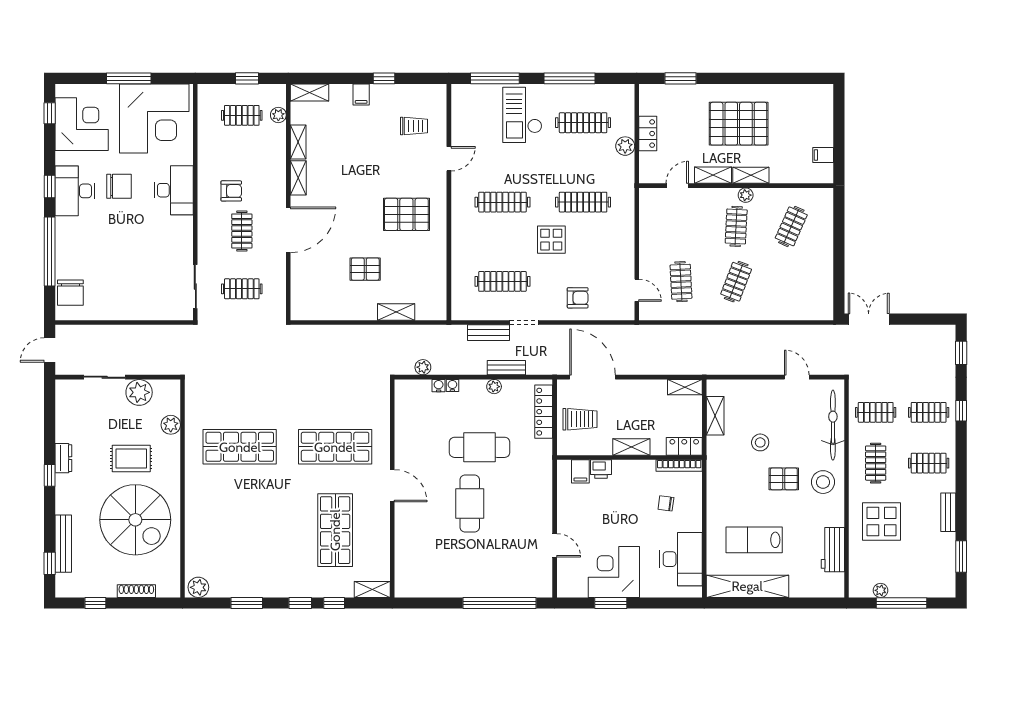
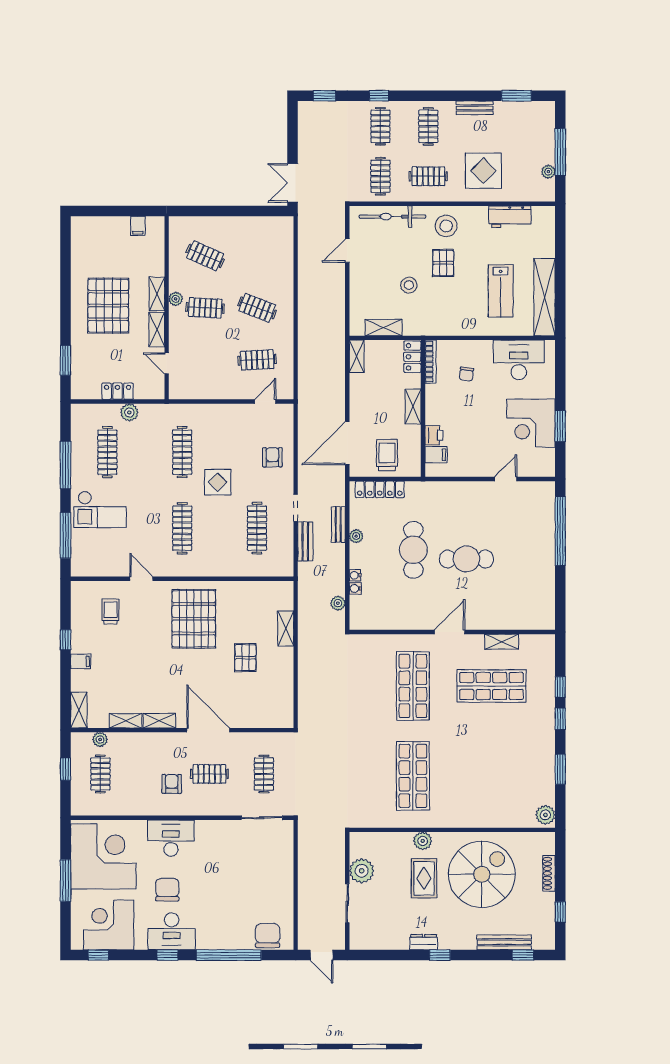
pallet: (406, 214) -> (194, 619), width x1.37, depth x1.41
chair: (70, 293) -> (268, 936), turned -90
plant: (171, 425) -> (423, 841), moved
shelving: (372, 590) -> (502, 642), moved, turned 90

